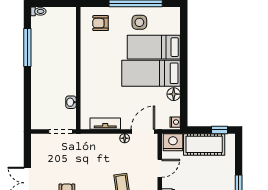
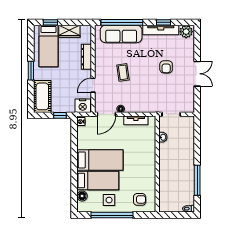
floor lamp: (174, 94) -> (82, 196), moved
window: (220, 130) -> (60, 115), moved
cot: (204, 144) -> (42, 96), moved, turned 90

